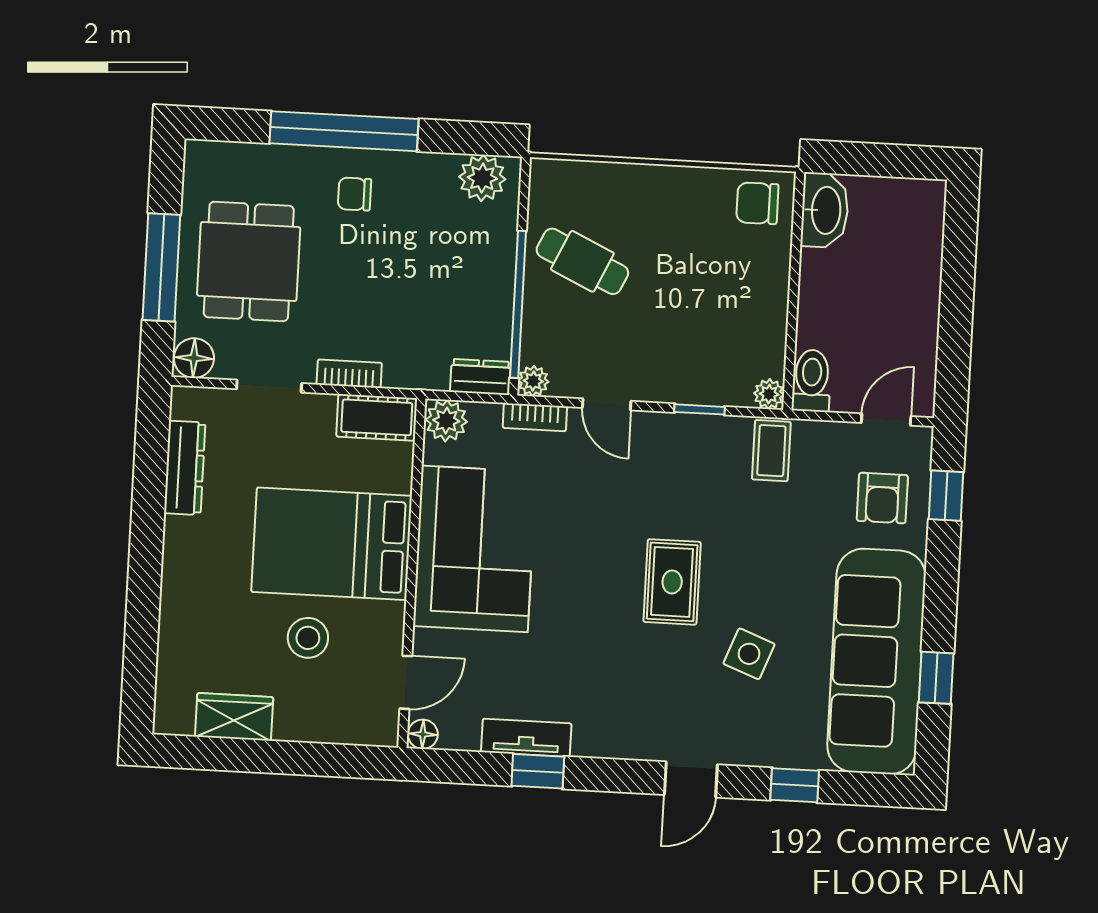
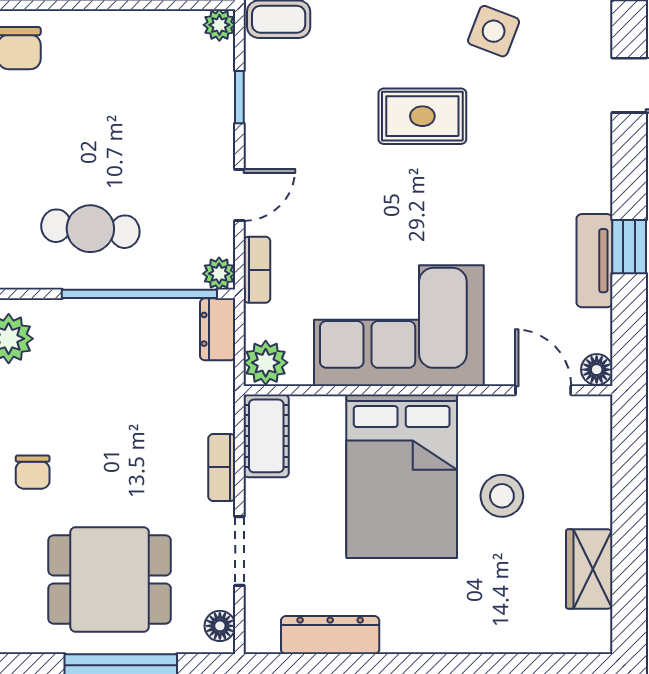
cafe table: (582, 261) -> (90, 229), turned 70
floor lamp: (194, 358) -> (220, 626), width x0.73, depth x0.73

